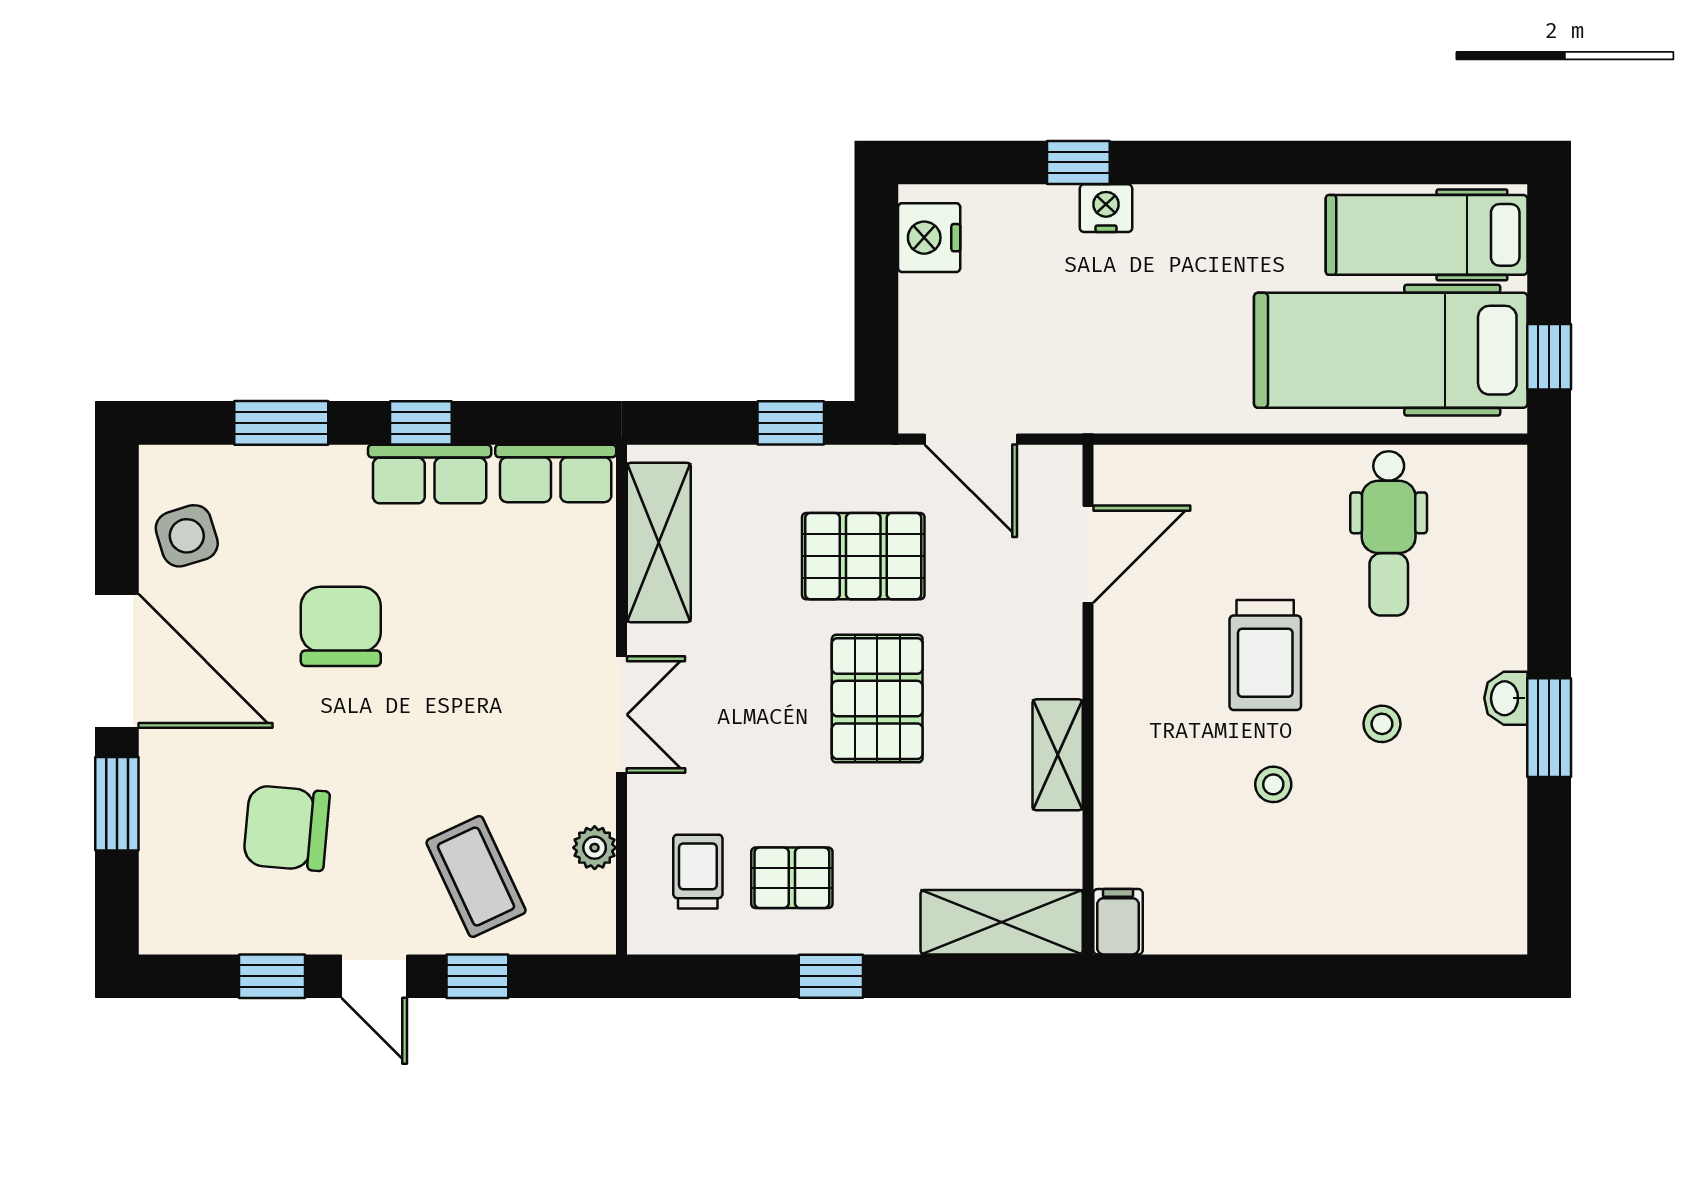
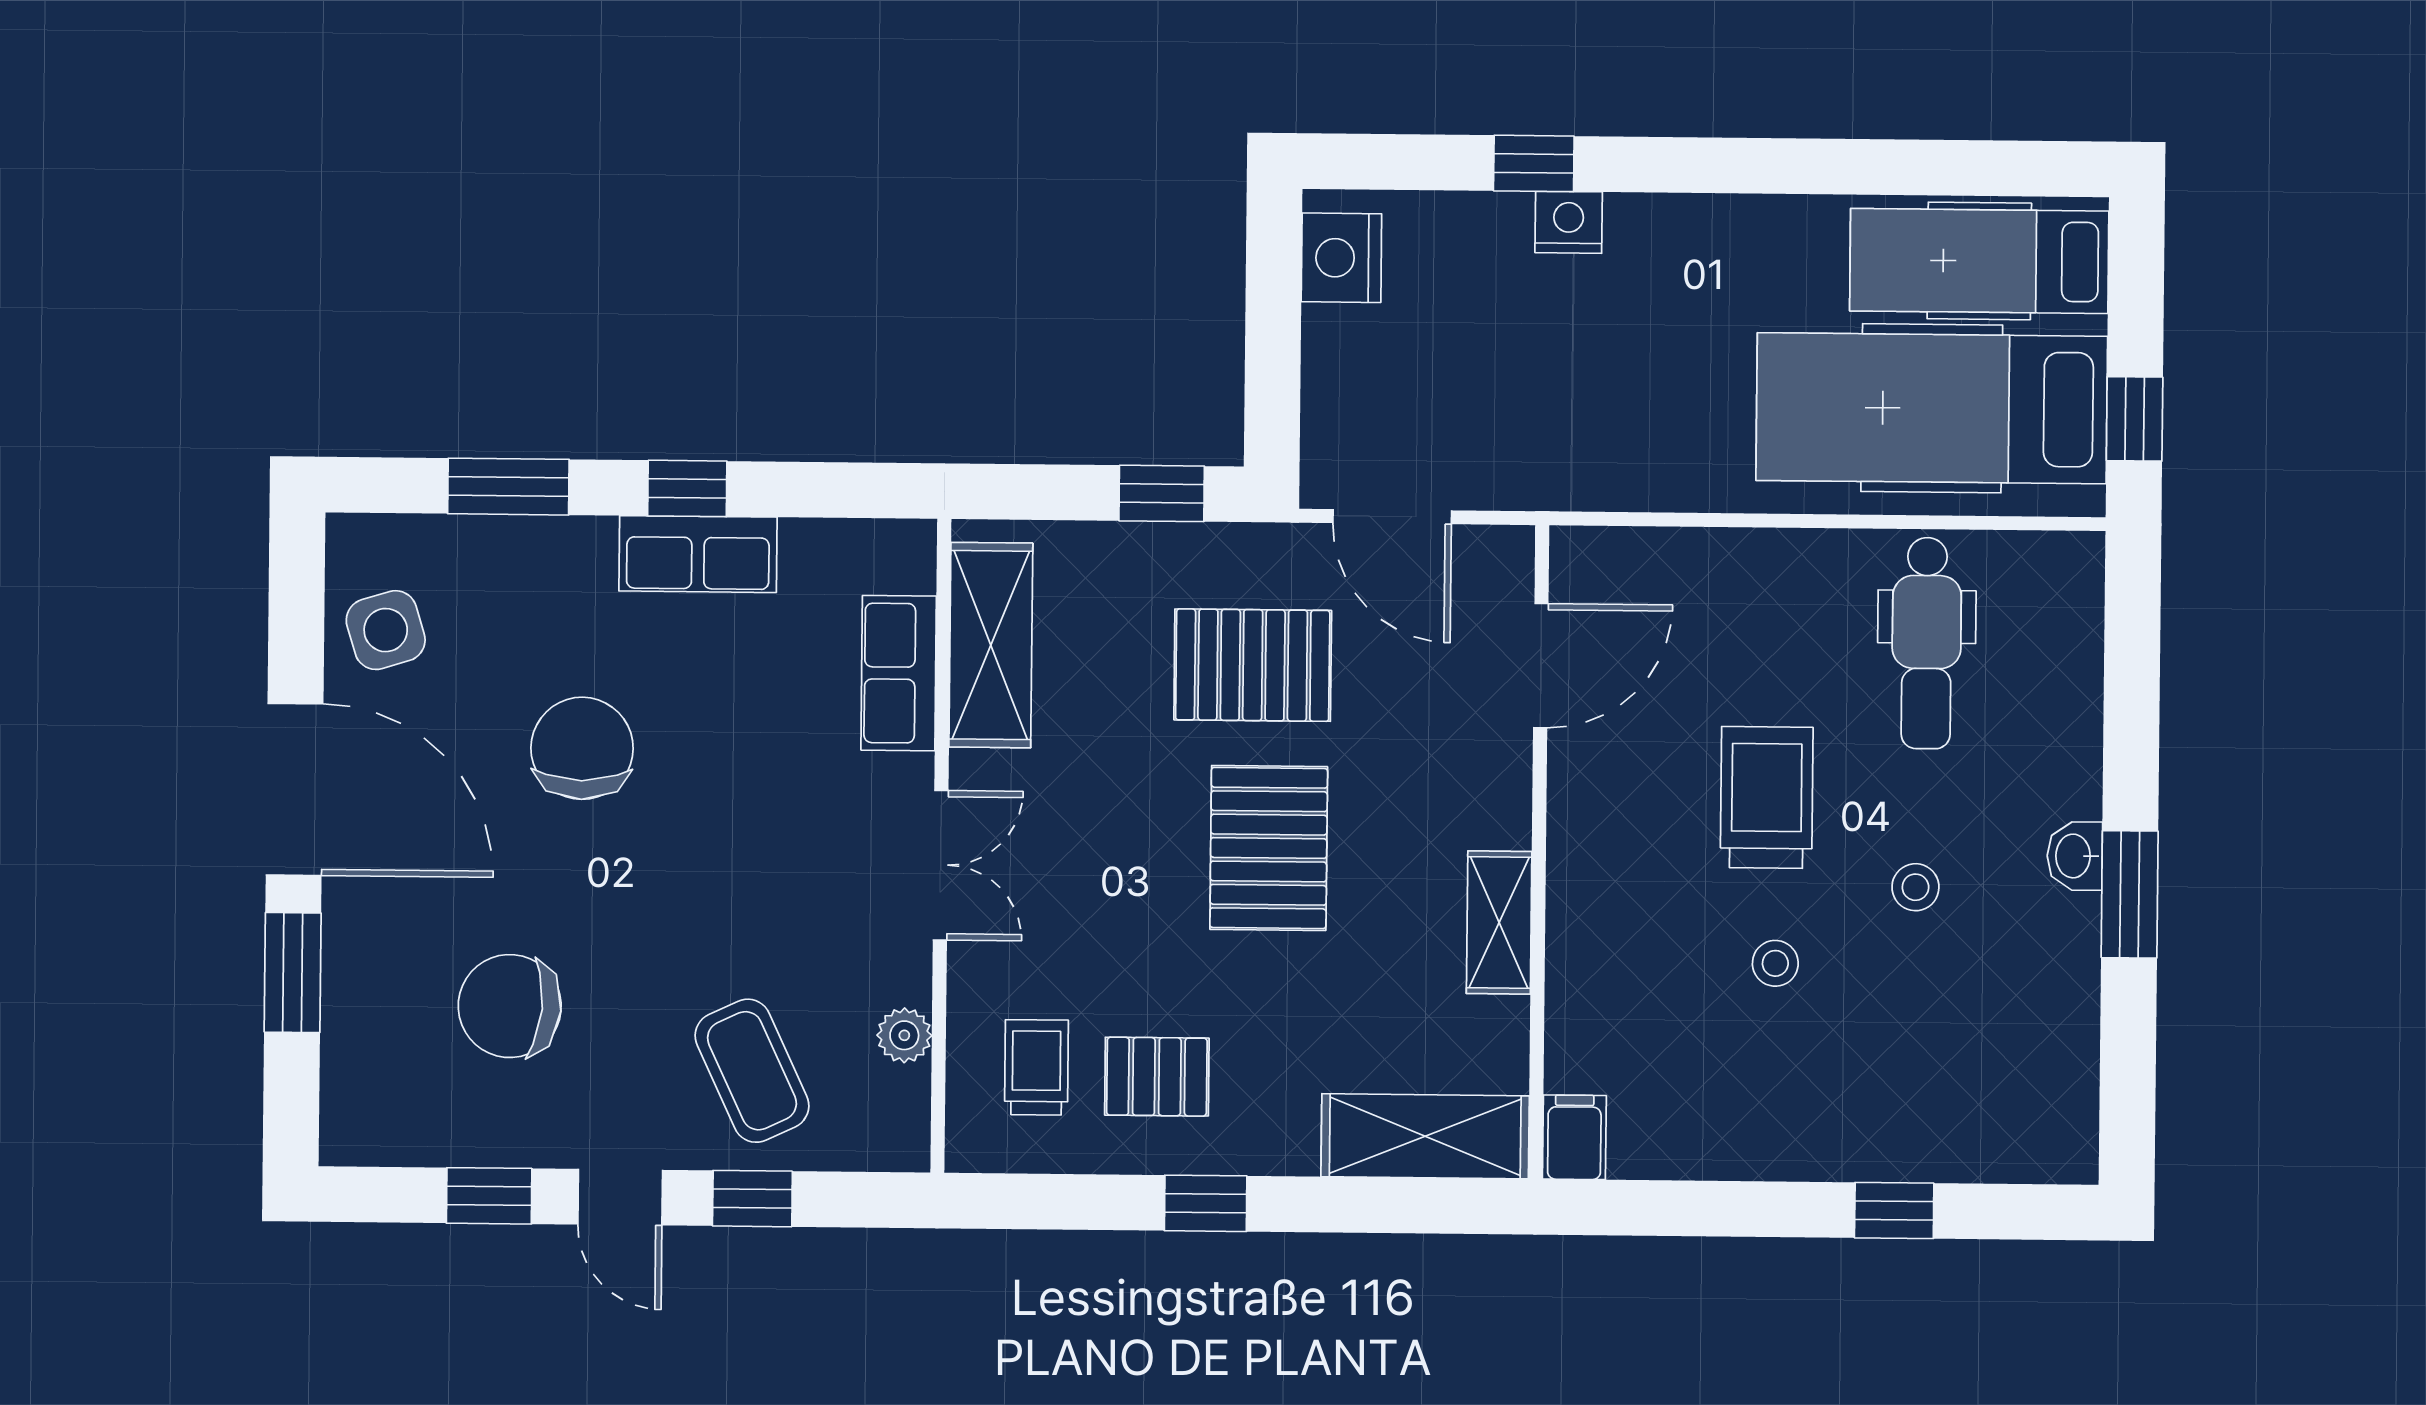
row of seats: (556, 473) -> (899, 673), moved, turned 90
trolley: (1265, 655) -> (1767, 797), turned 180
window: (1368, 976) -> (1894, 1210), added

